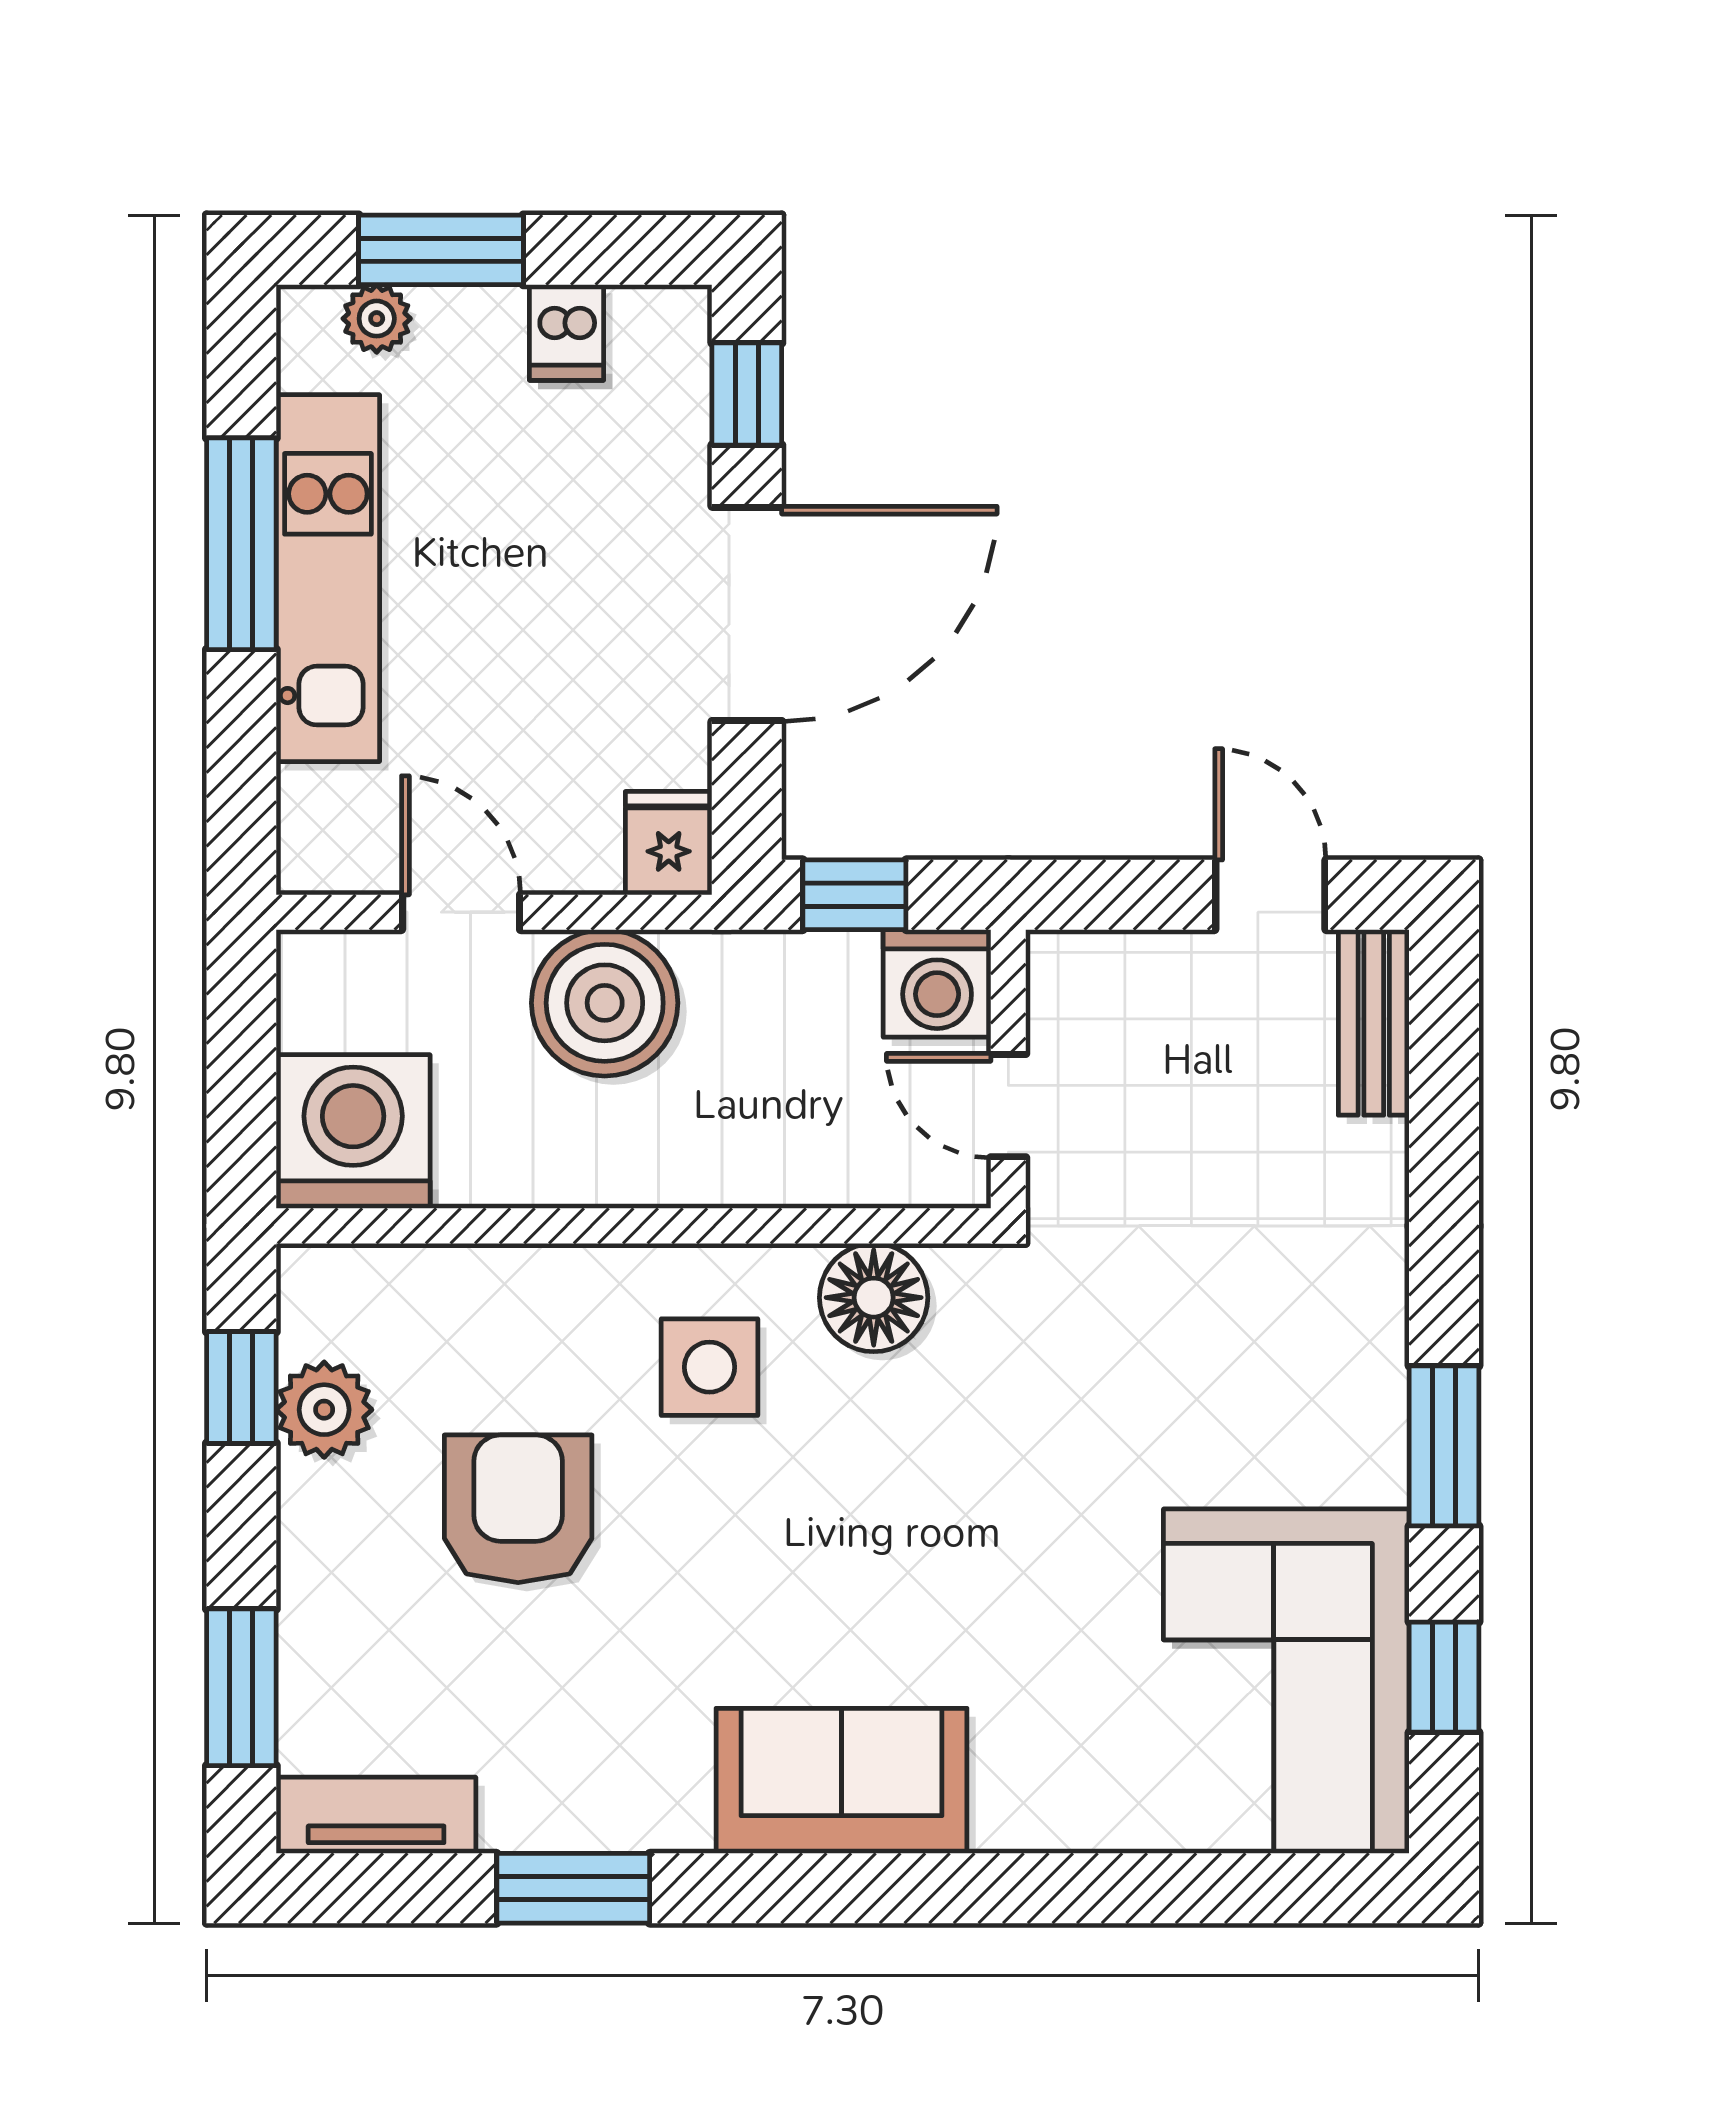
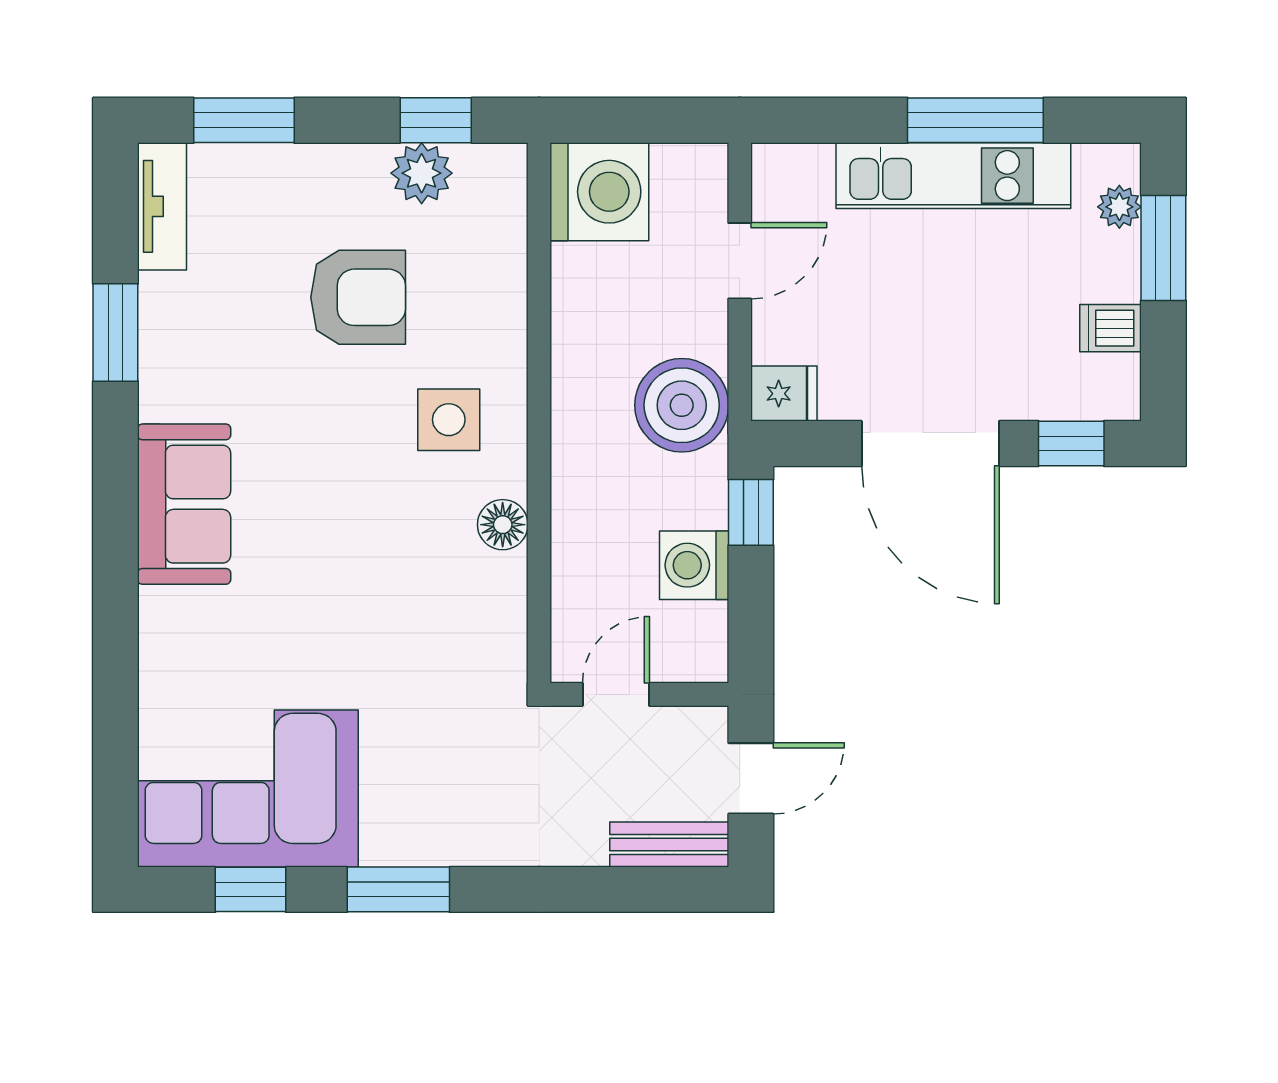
boiler: (605, 1003) -> (682, 405), moved
wall: (1008, 1069) -> (639, 694), moved
door: (1008, 1106) -> (616, 694), moved
floor lamp: (874, 1298) -> (503, 525), width x0.73, depth x0.73

